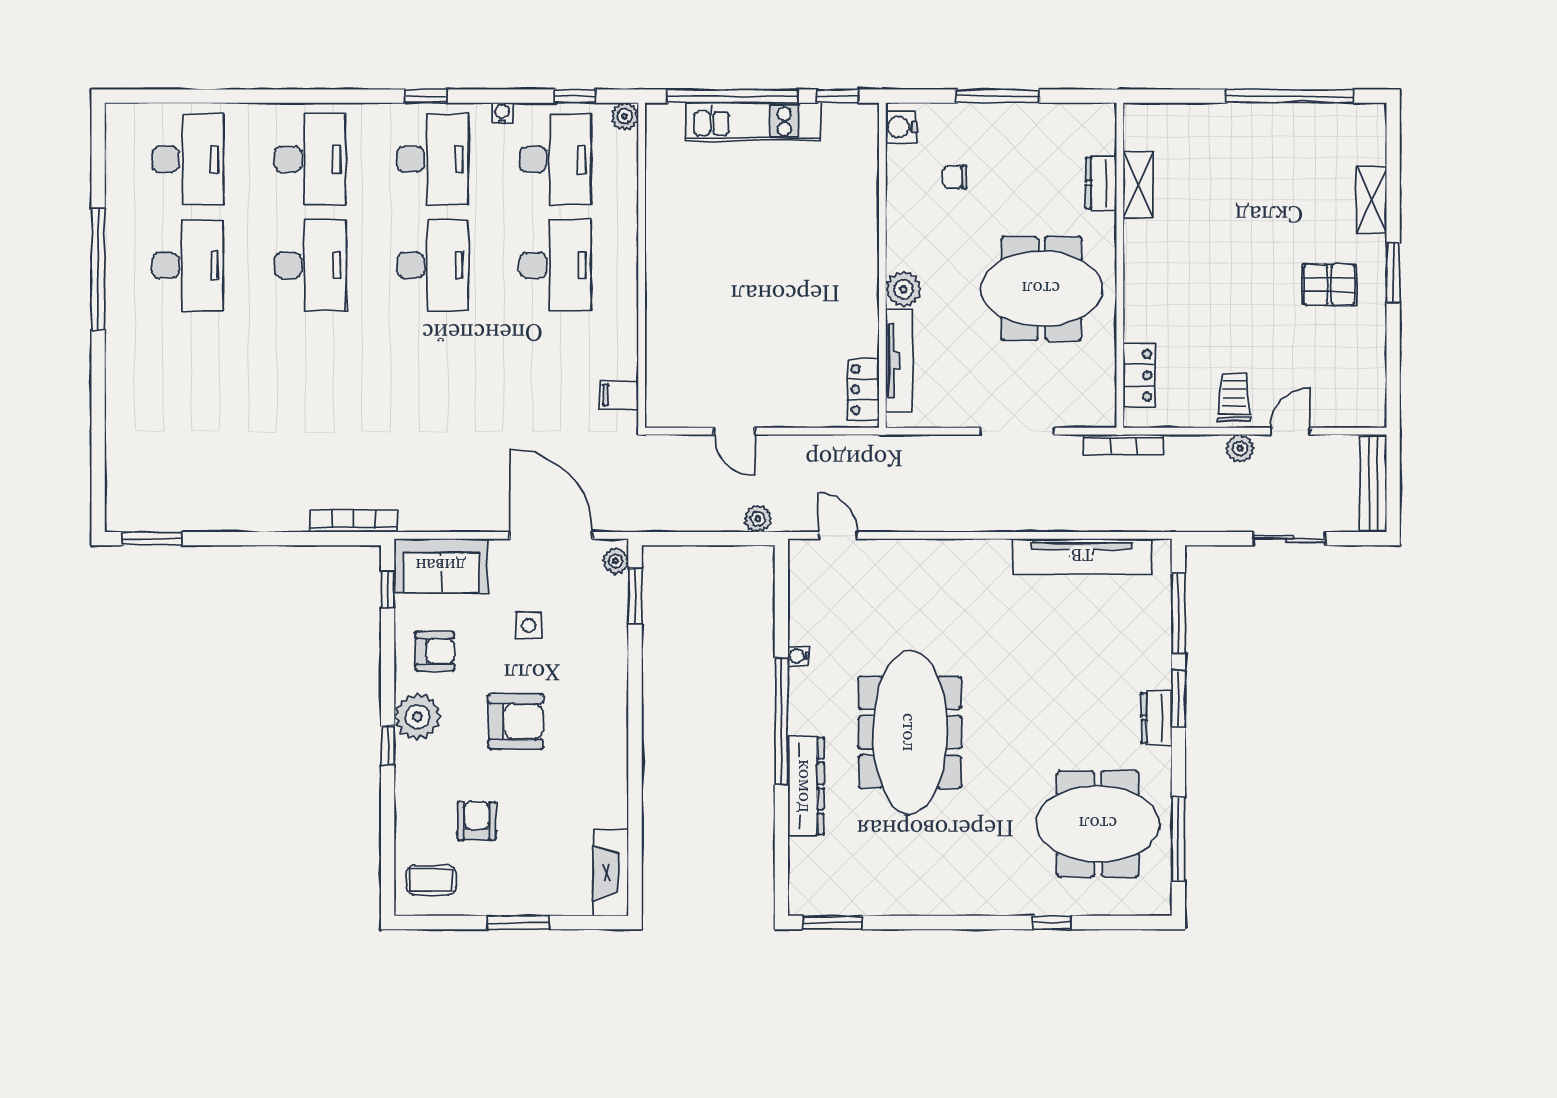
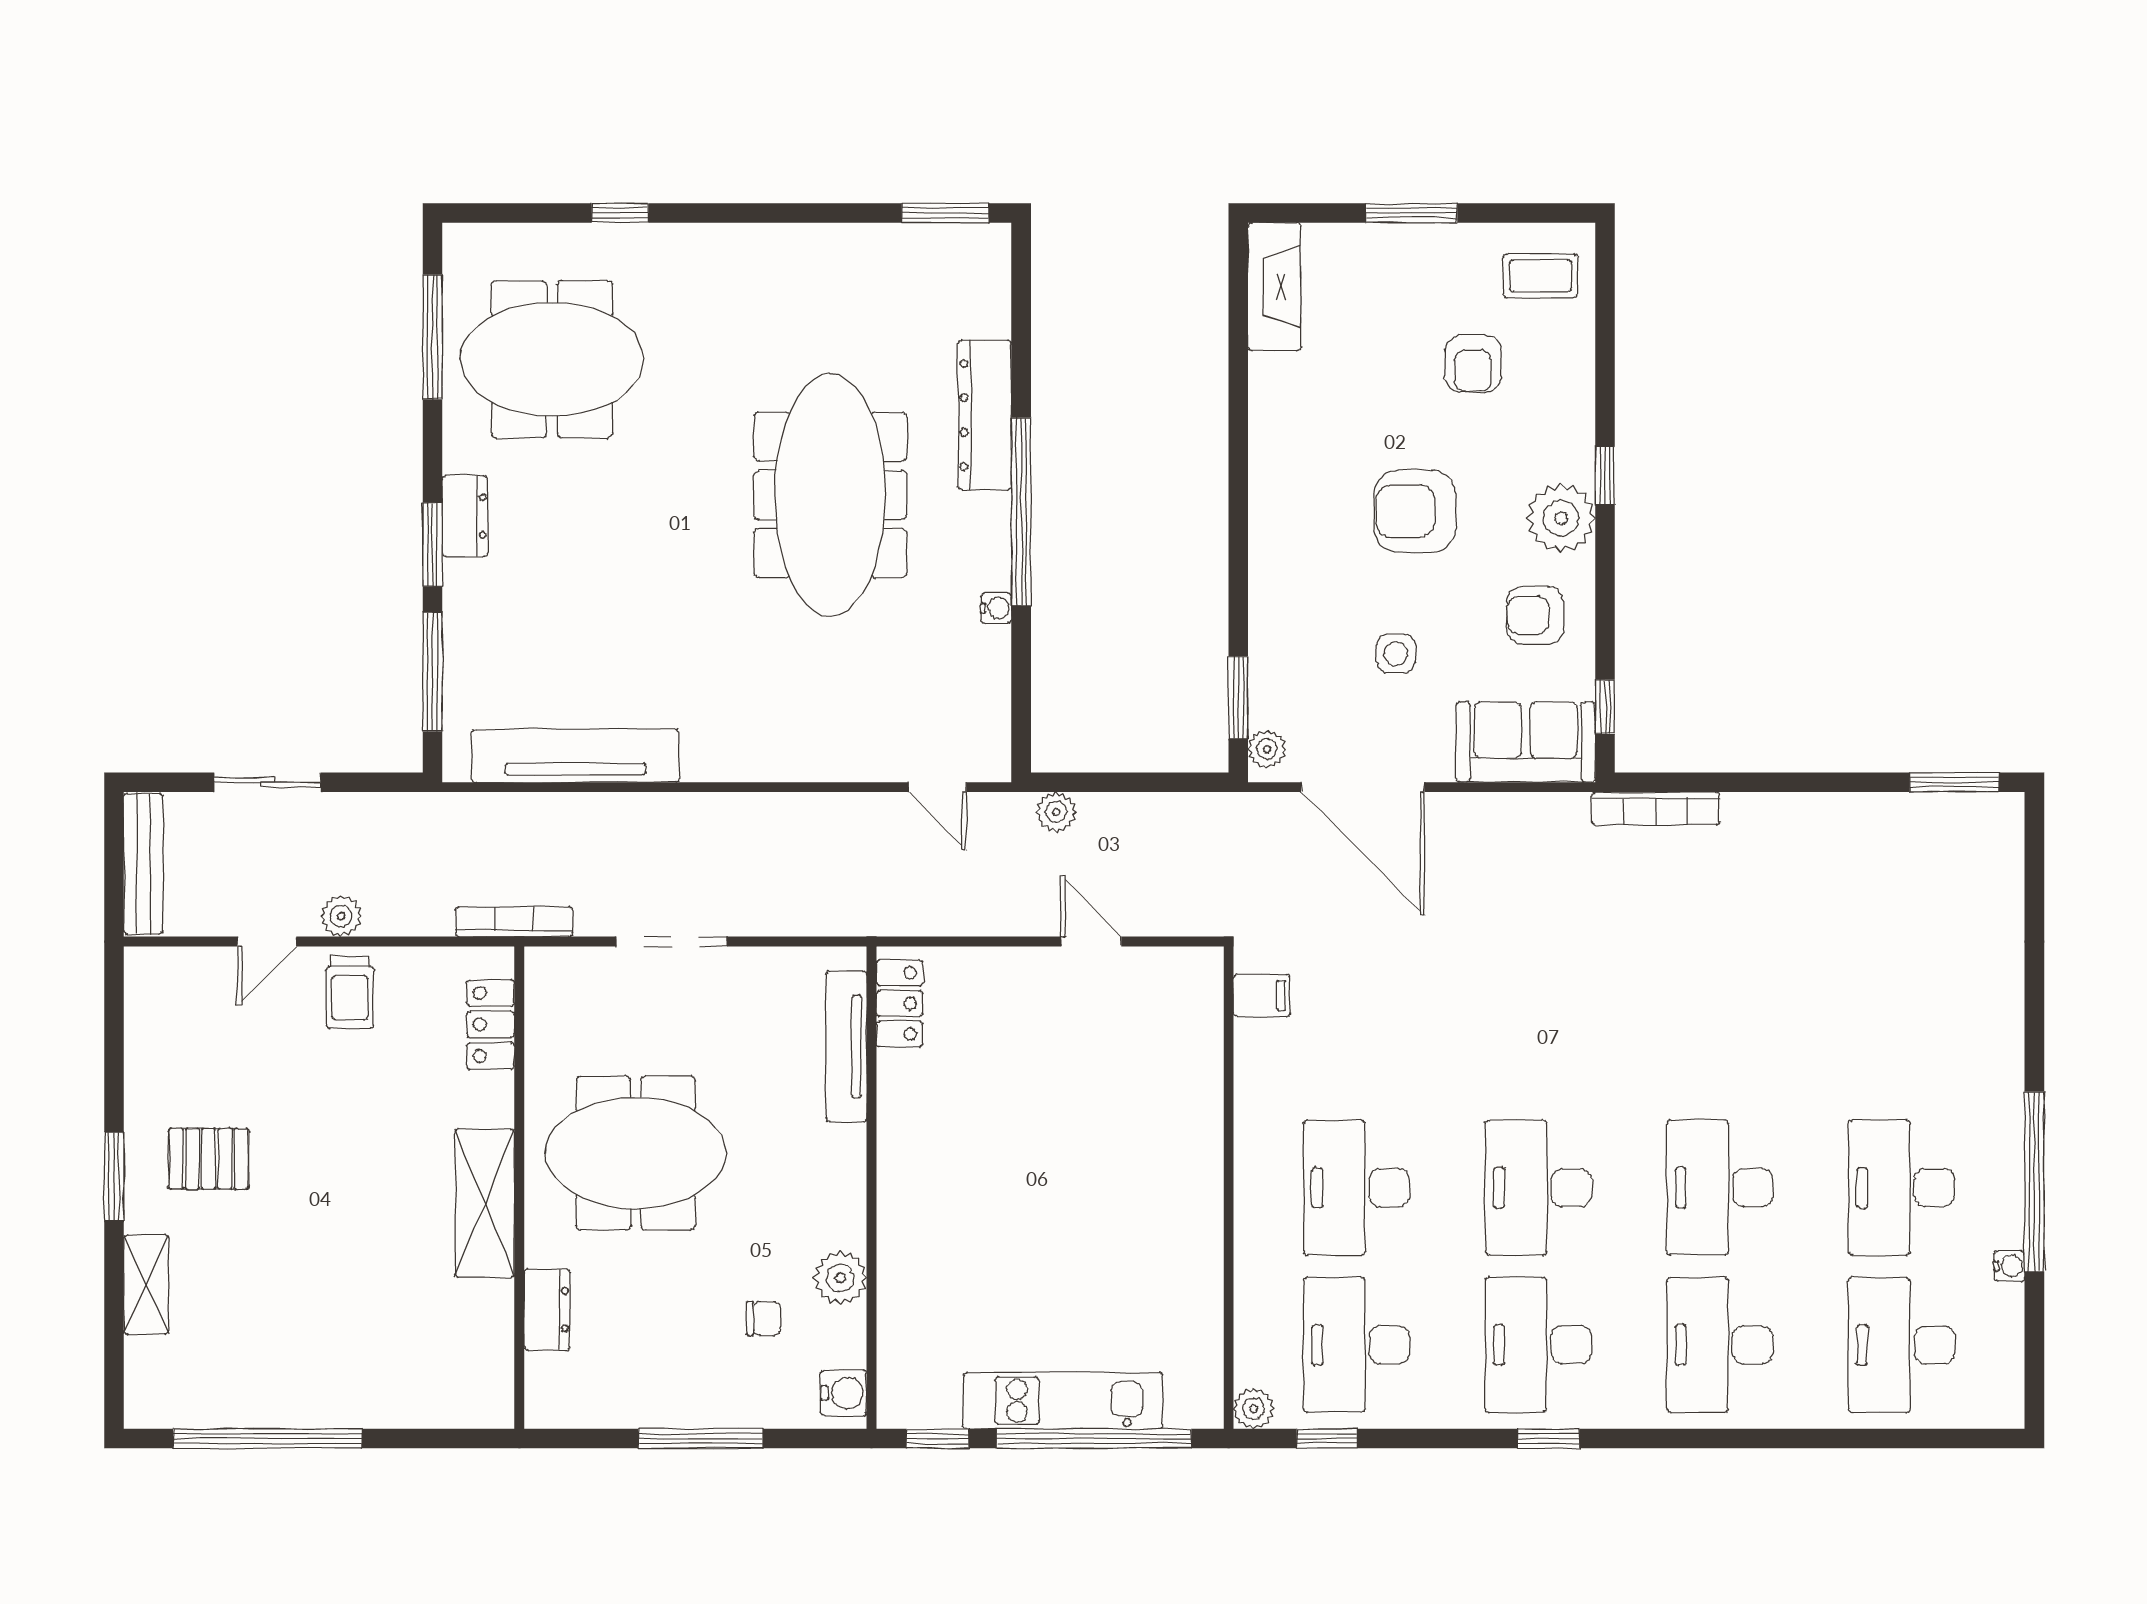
water cooler: (502, 113) -> (2009, 1266), moved, turned -90
shelving: (1138, 185) -> (485, 1203), moved, width x1.50, depth x1.33
plant: (903, 289) -> (840, 1278), moved

